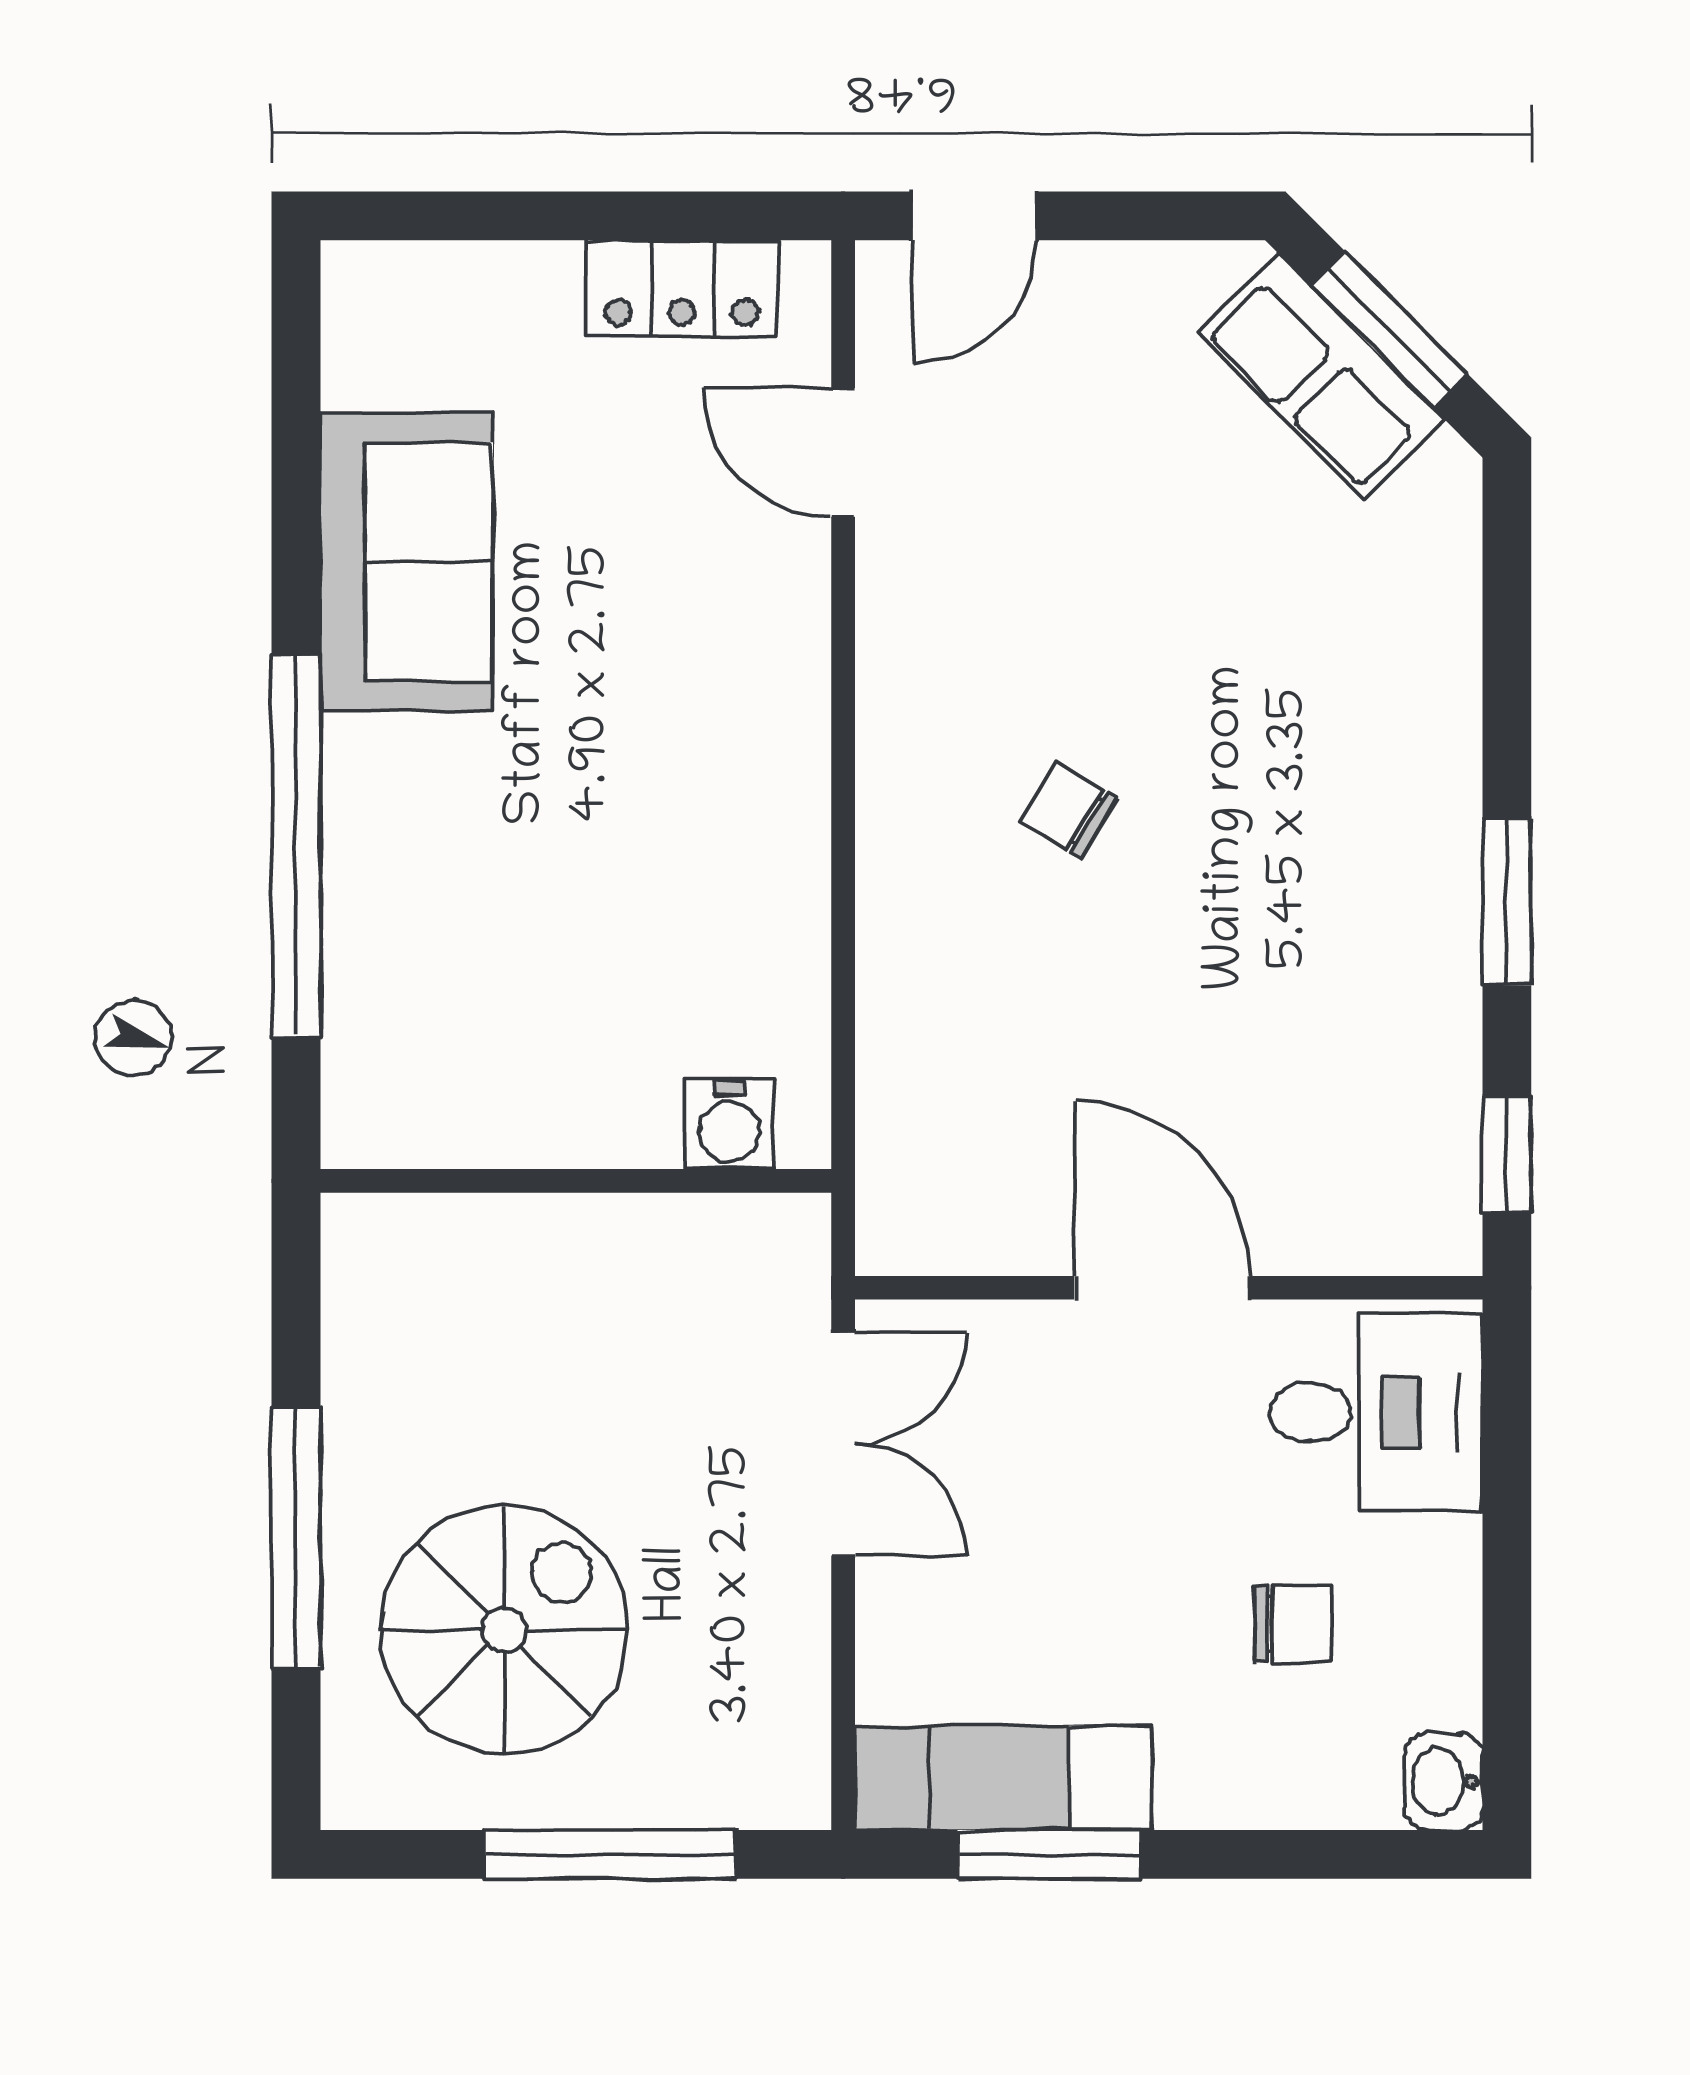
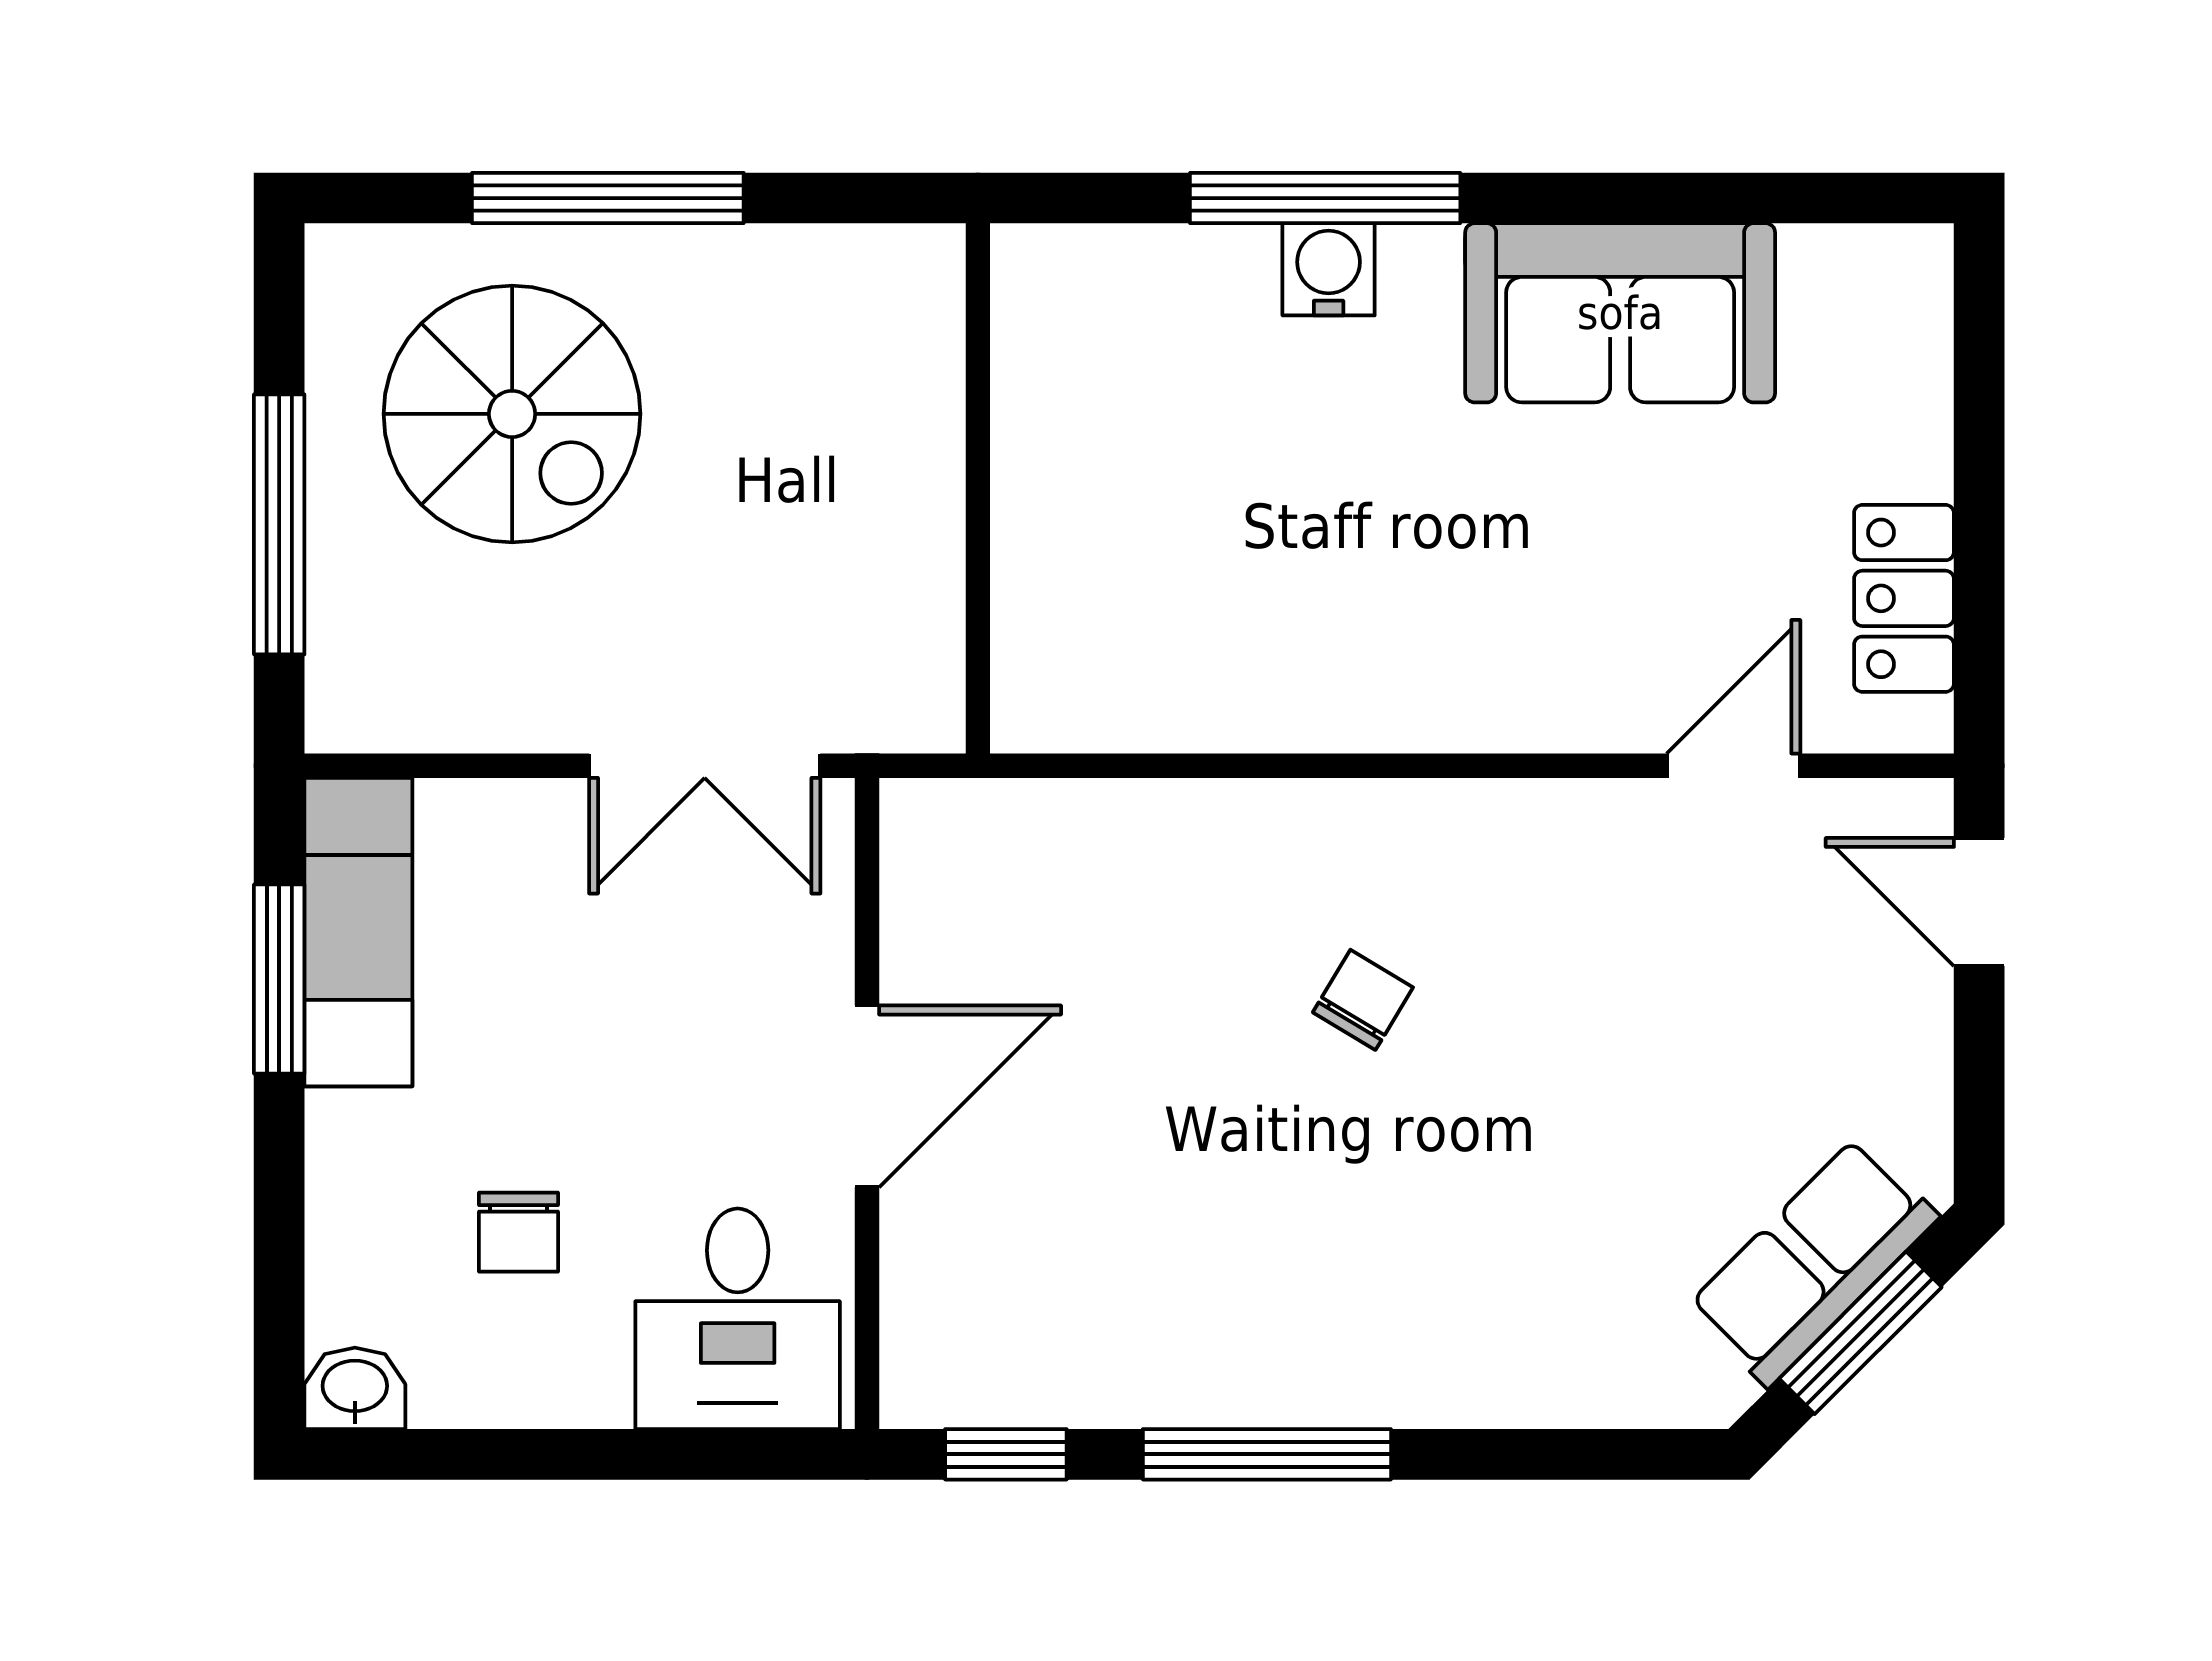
window: (296, 846) -> (1325, 198), width x0.68
window: (1507, 902) -> (1267, 1454), width x1.44
water cooler: (729, 1125) -> (1329, 269), moved, turned 90

